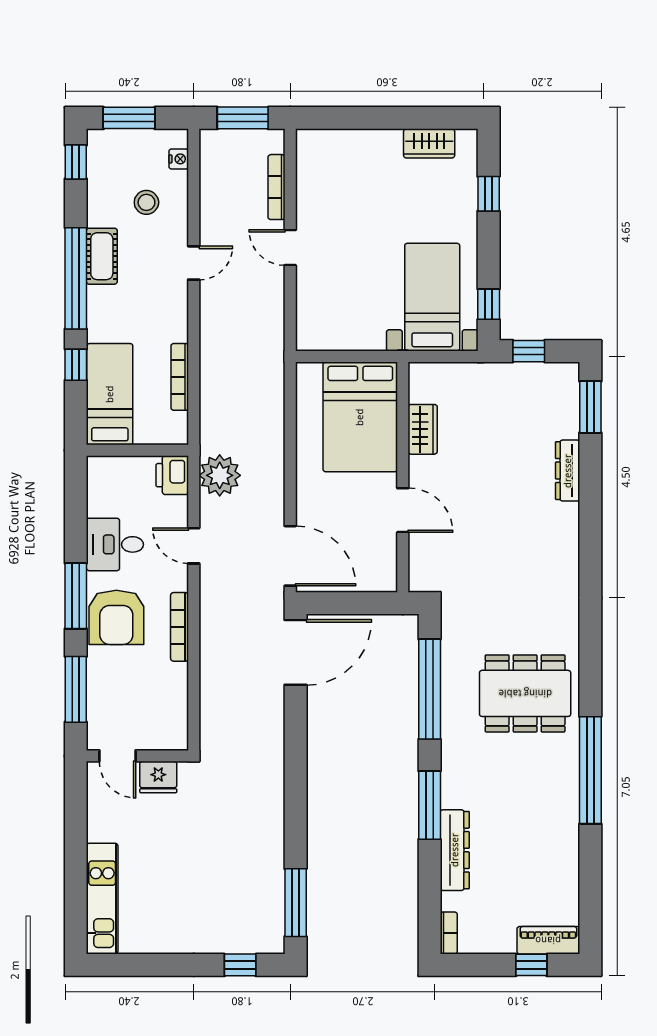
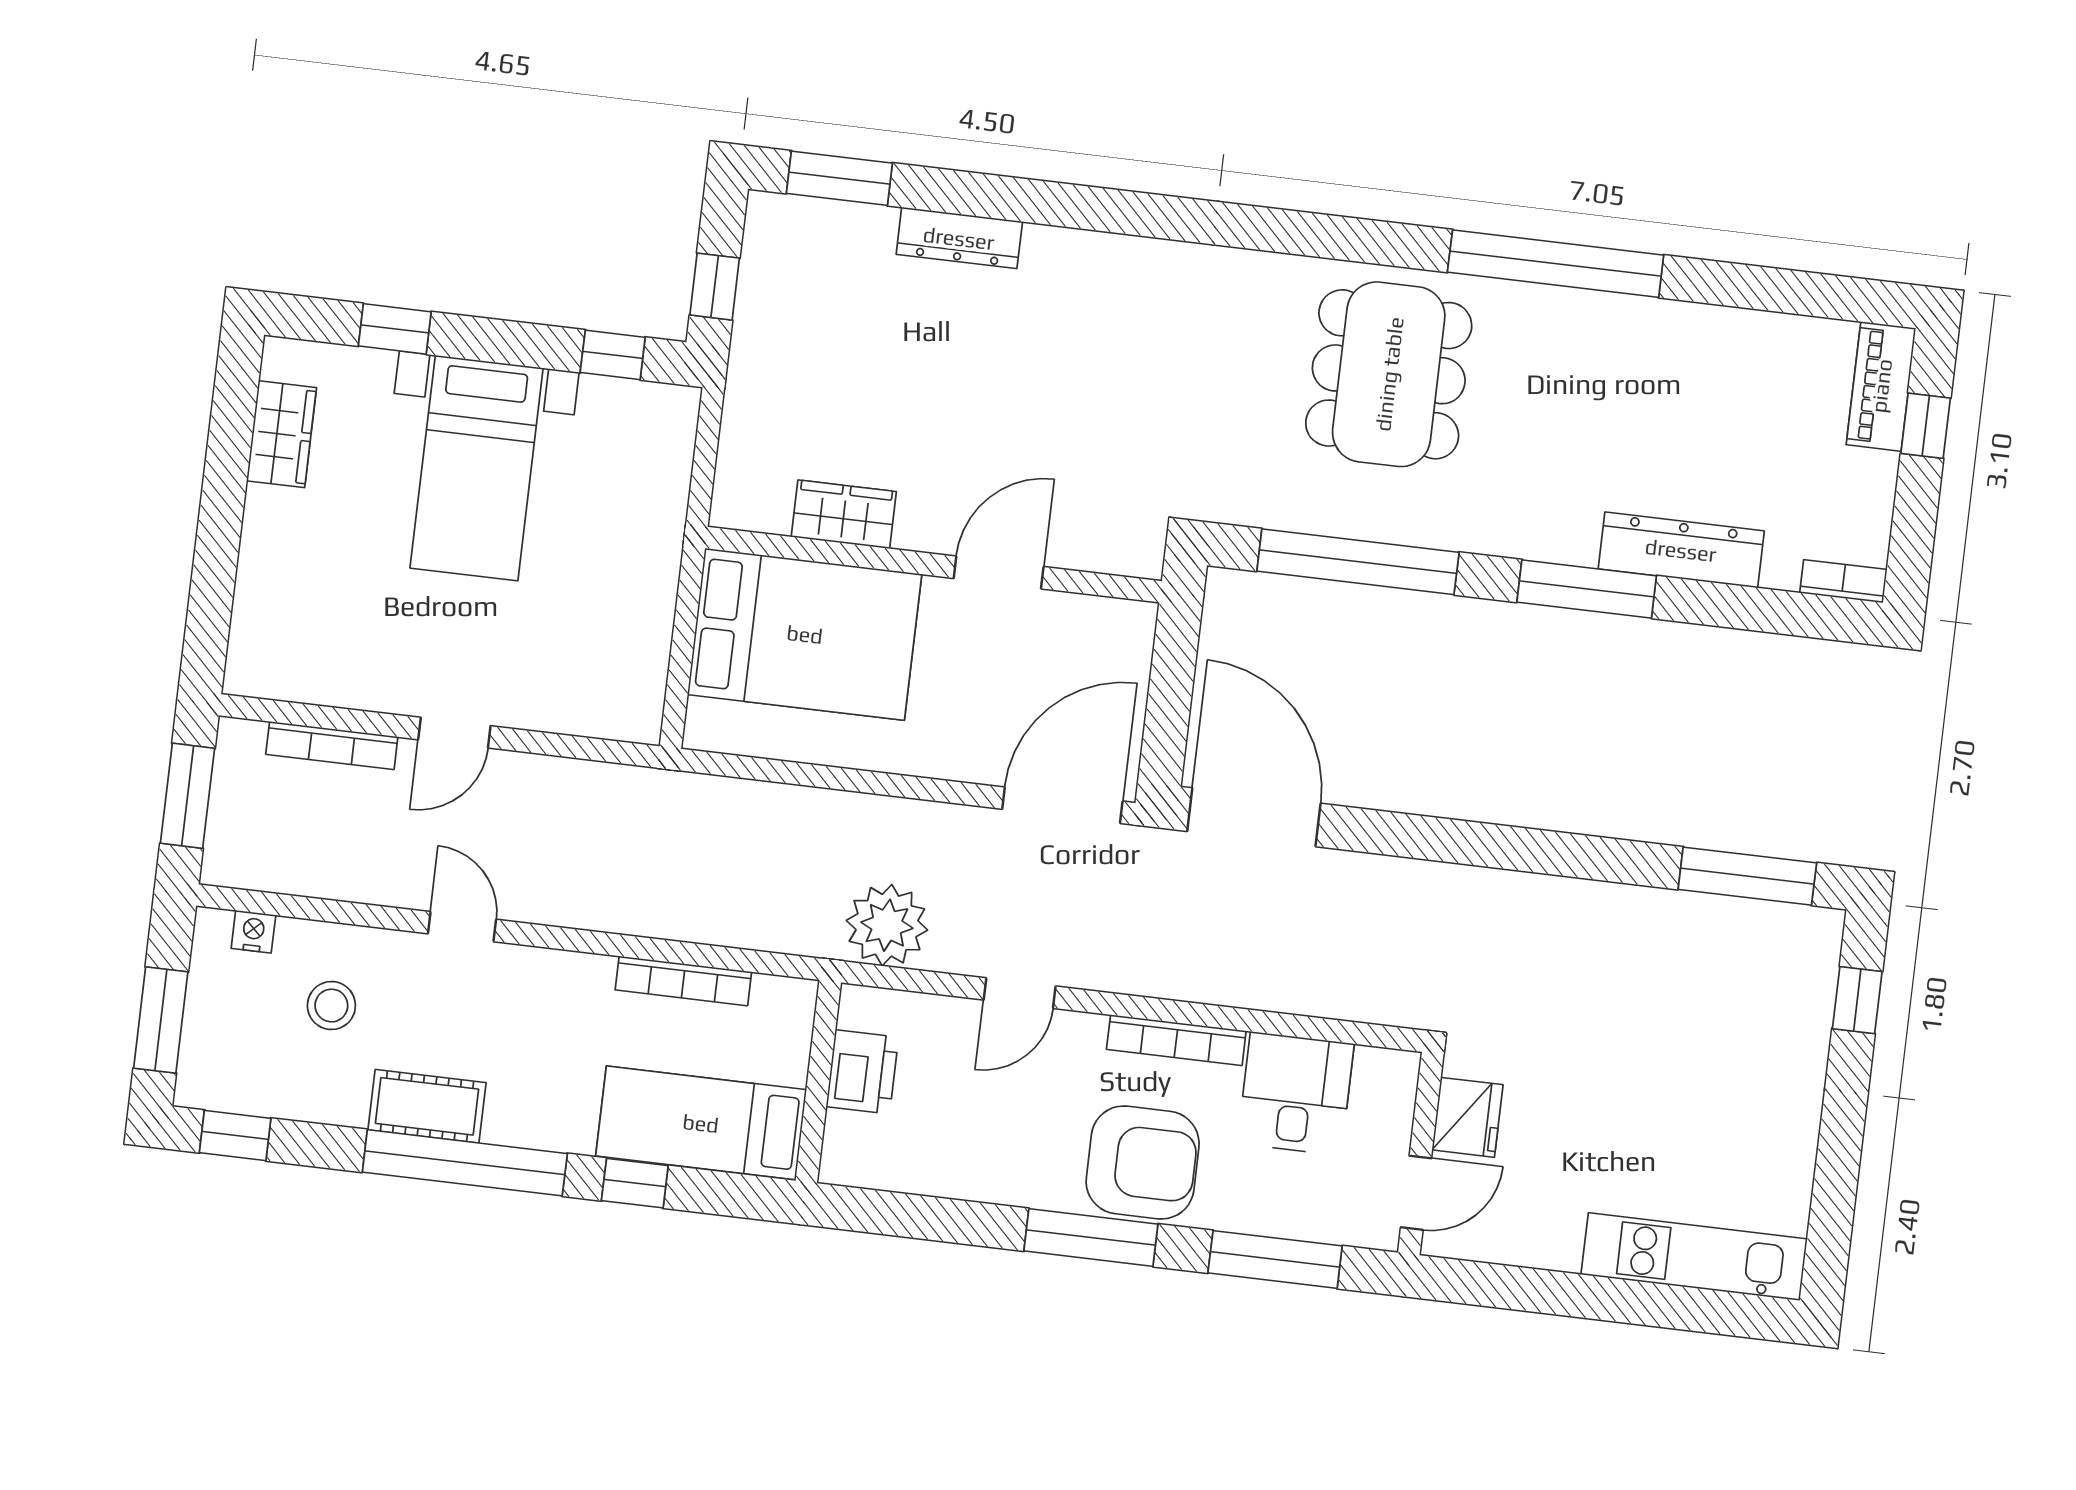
bed with nightstands: (432, 297) -> (477, 468), moved, turned -90
printer: (172, 475) -> (862, 1072), moved, turned -90
desk: (115, 544) -> (1296, 1094), moved, turned 180

